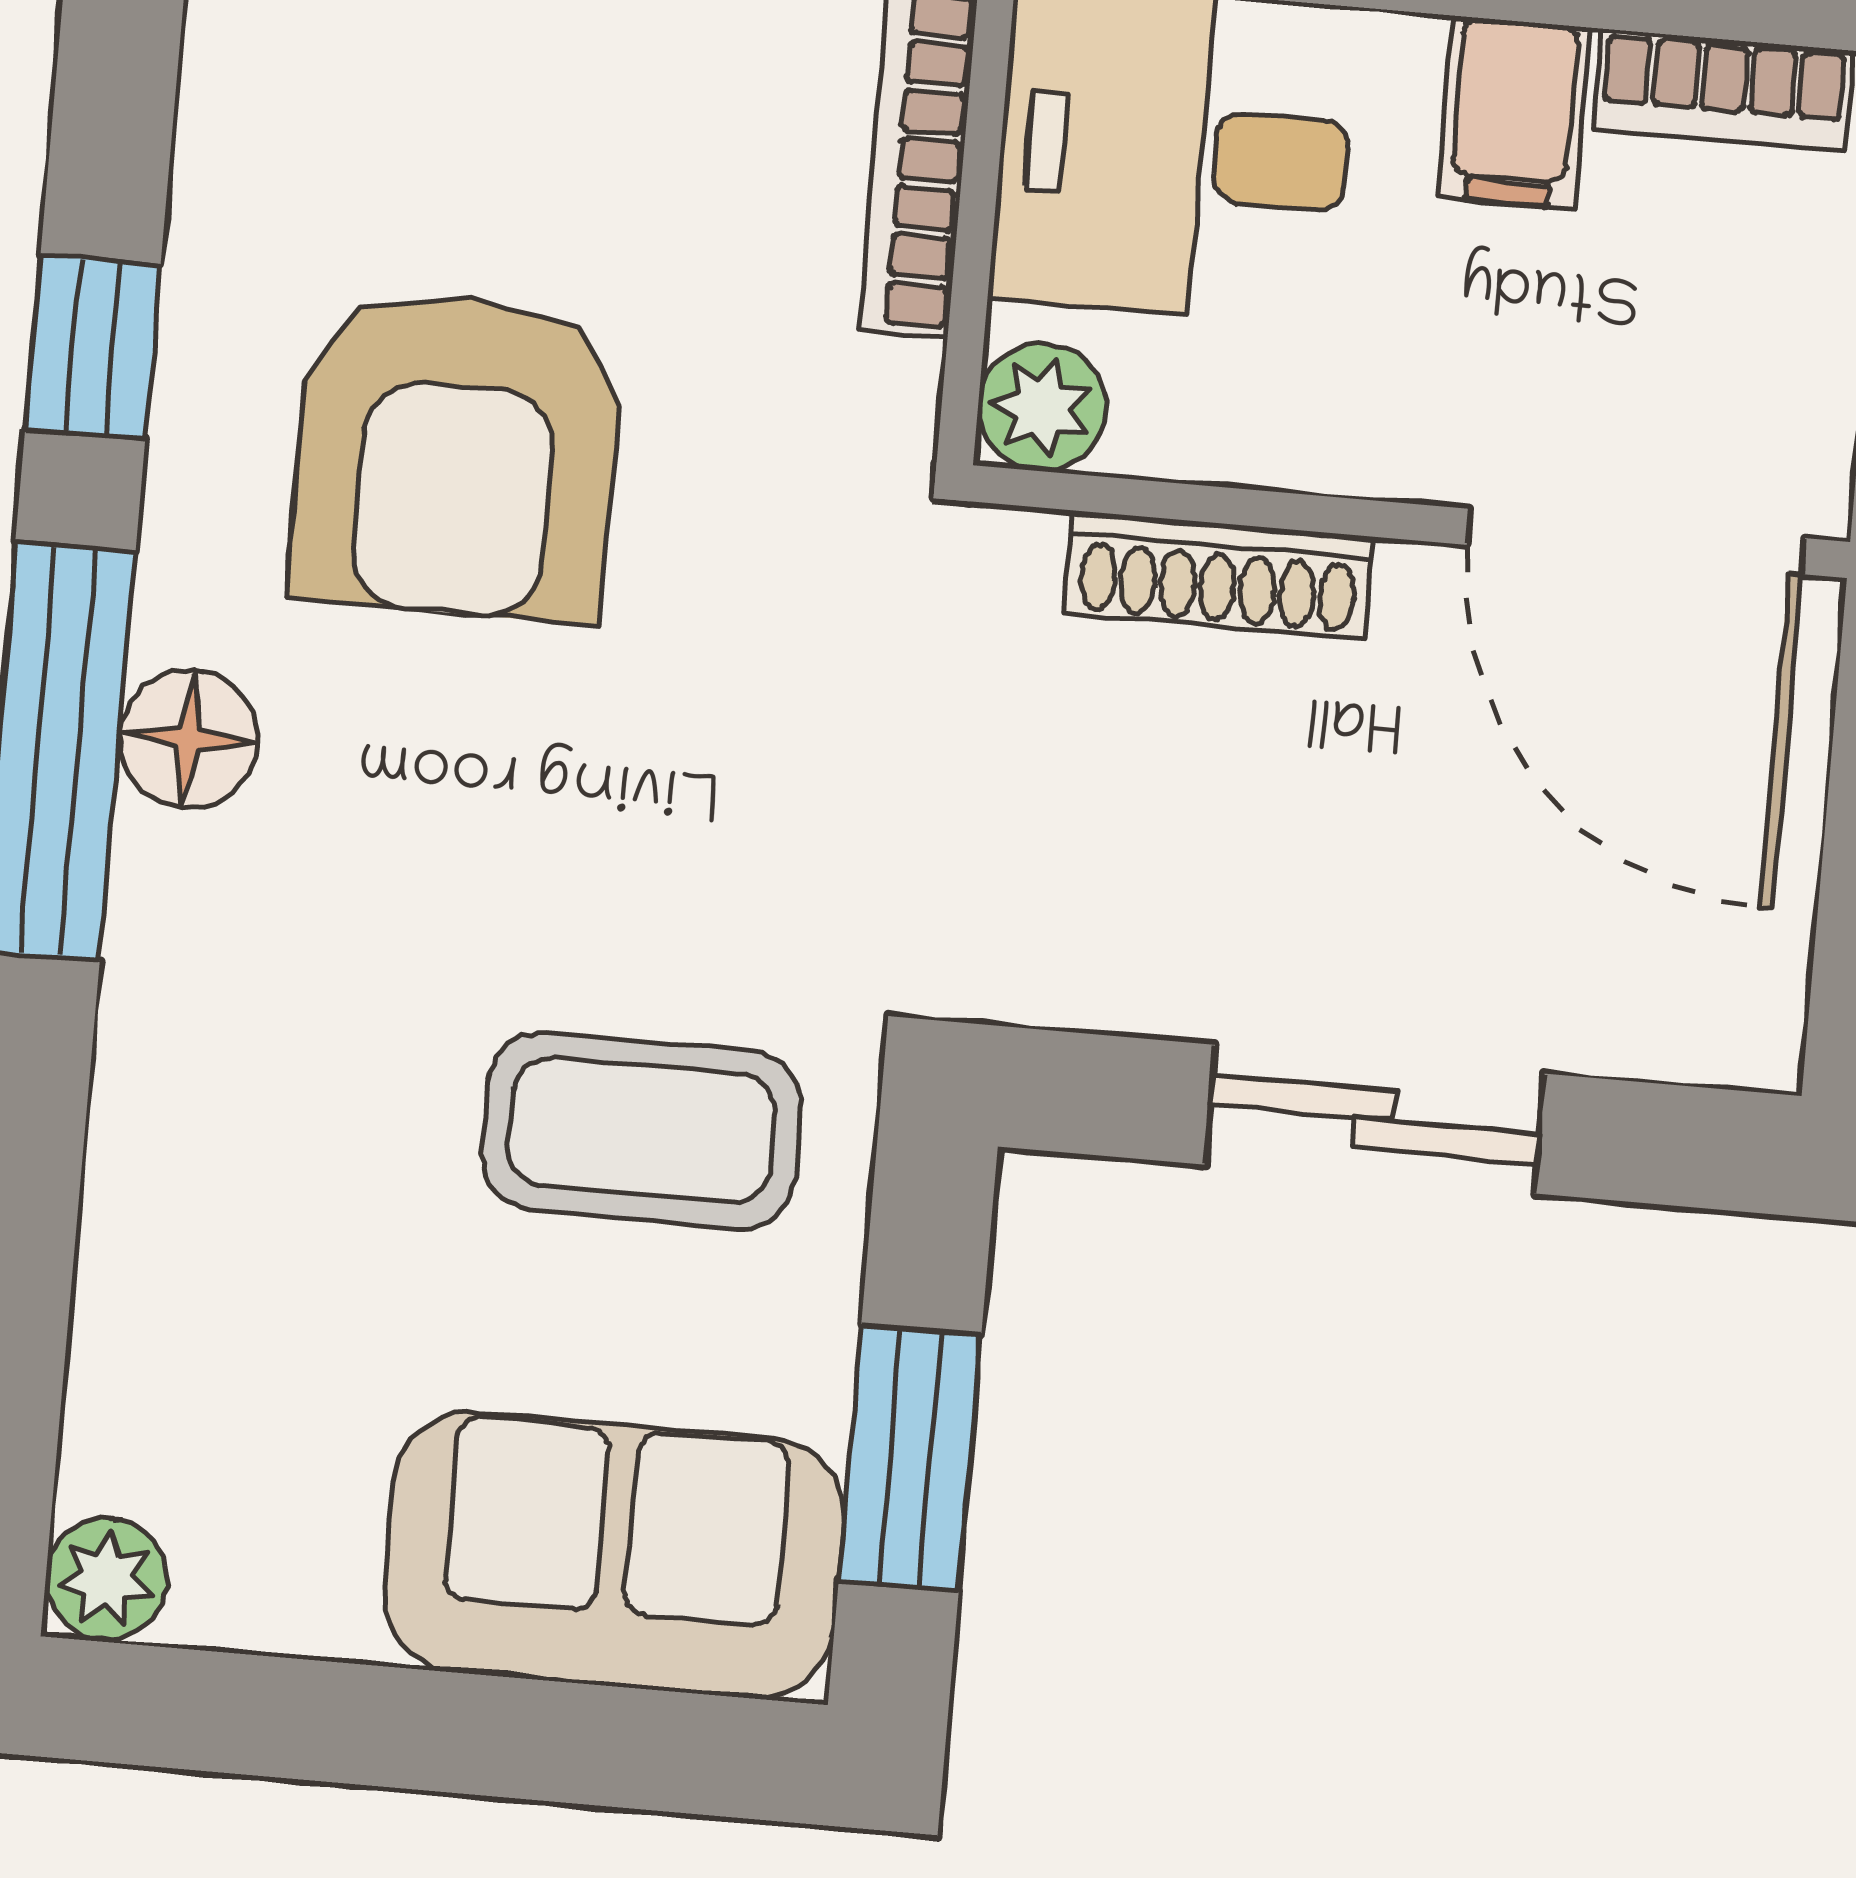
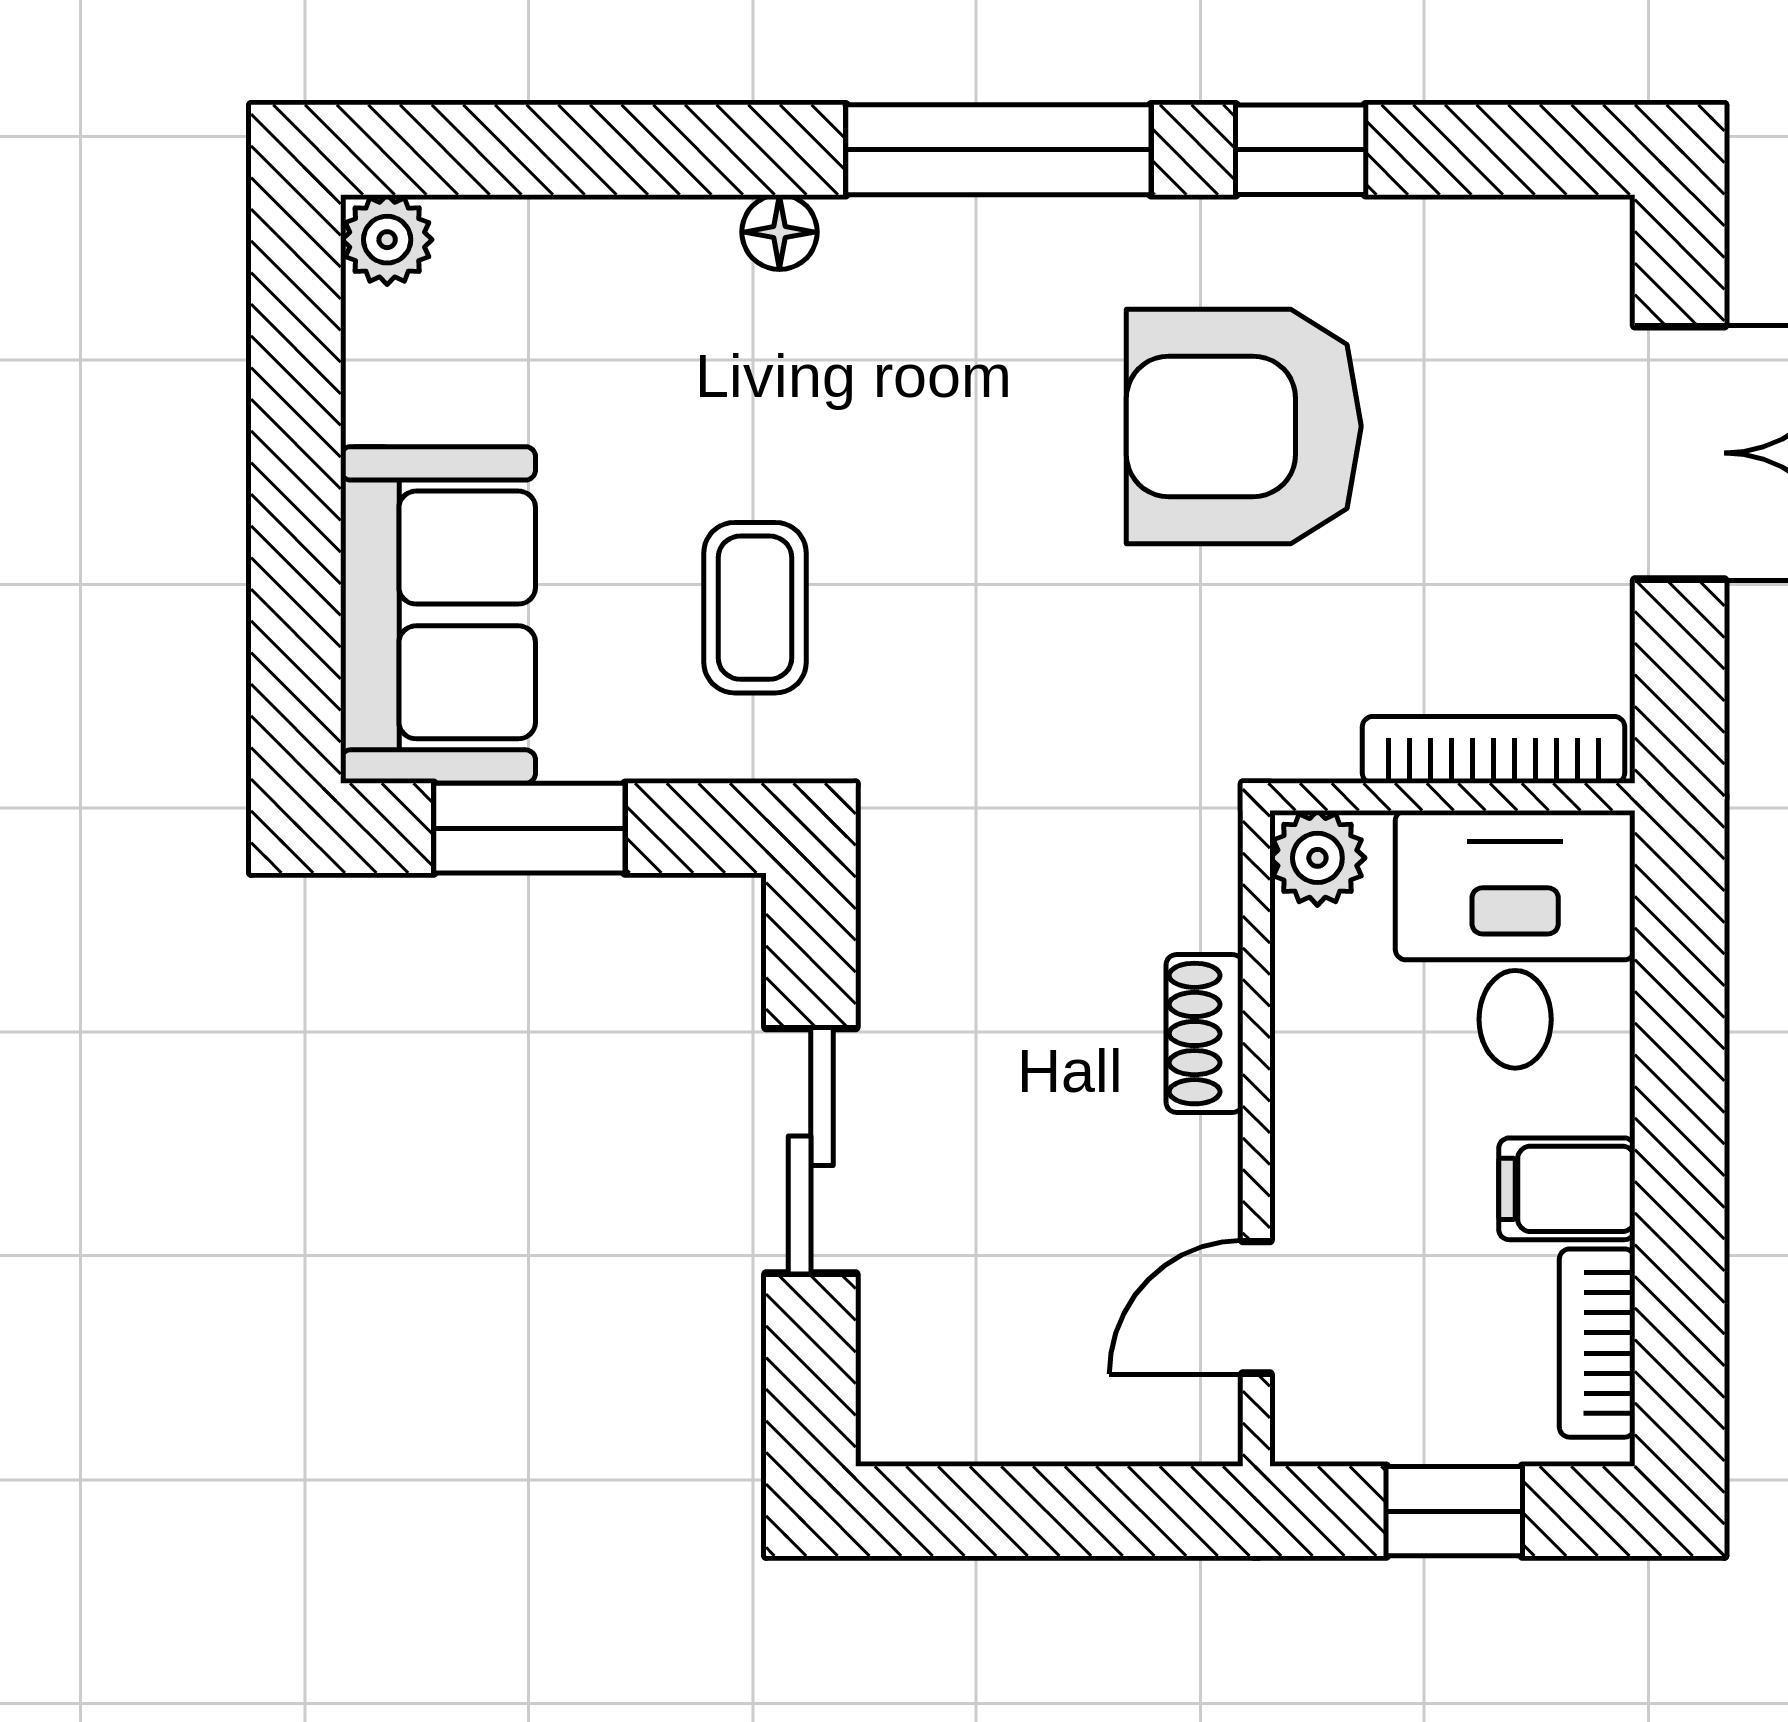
door: (1636, 541) -> (1256, 1307), width x0.53
shoe rack: (1218, 575) -> (1205, 1034), width x0.70
floor lamp: (188, 739) -> (779, 232), moved, width x0.73, depth x0.73
coffee table: (642, 1130) -> (755, 608), width x0.73, depth x0.77

